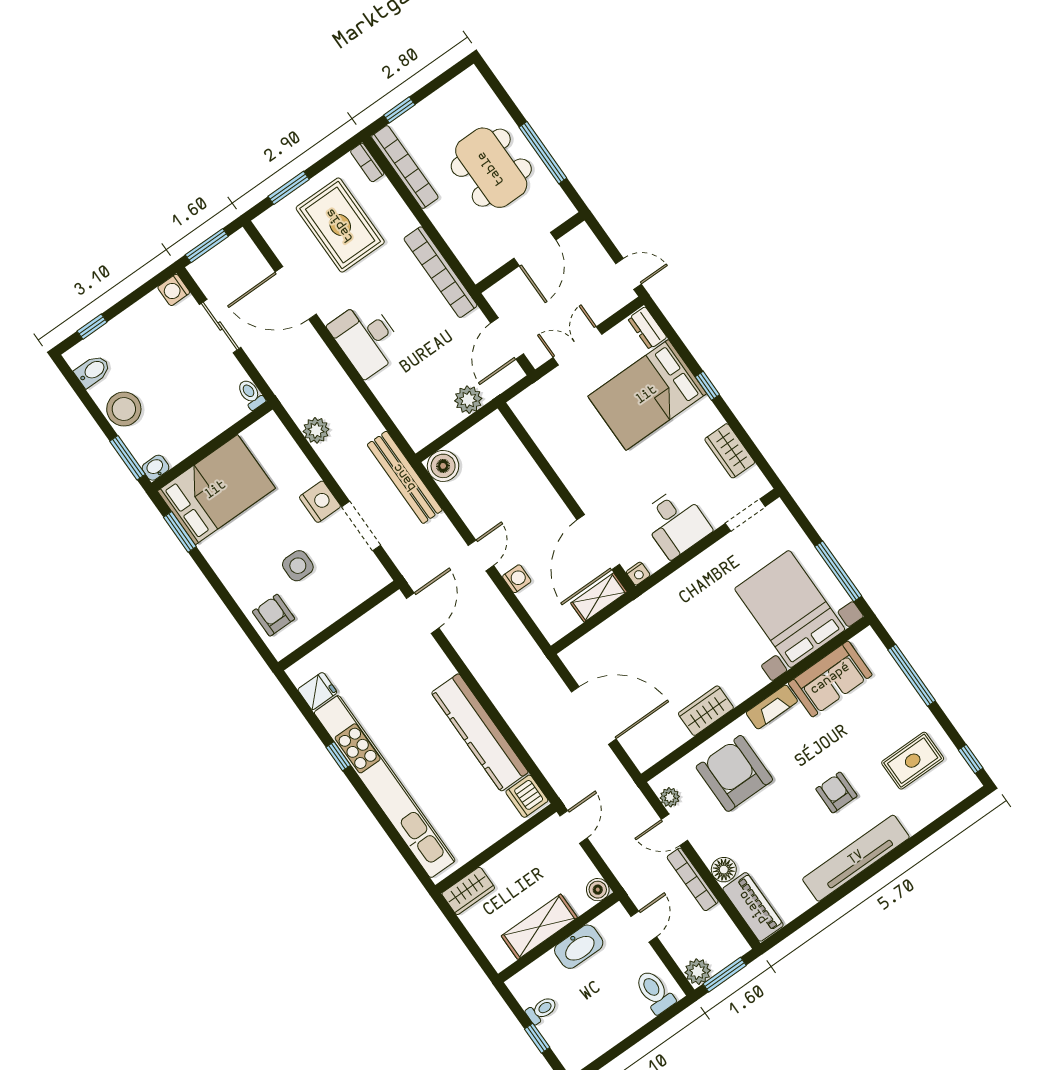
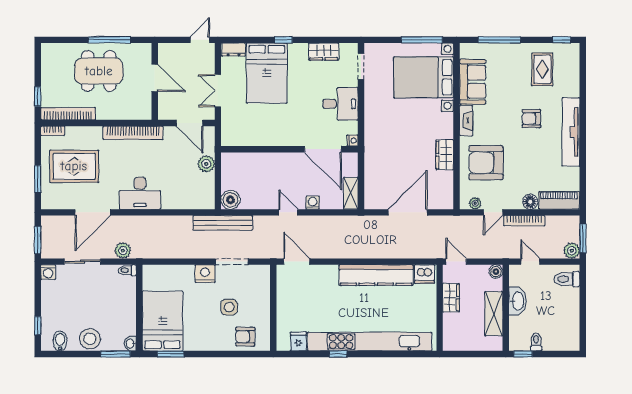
plant: (316, 430) -> (123, 251), moved
shelving: (599, 598) -> (351, 193), moved
wardrobe: (468, 891) -> (451, 298), moved
window: (537, 1038) -> (523, 354), moved

